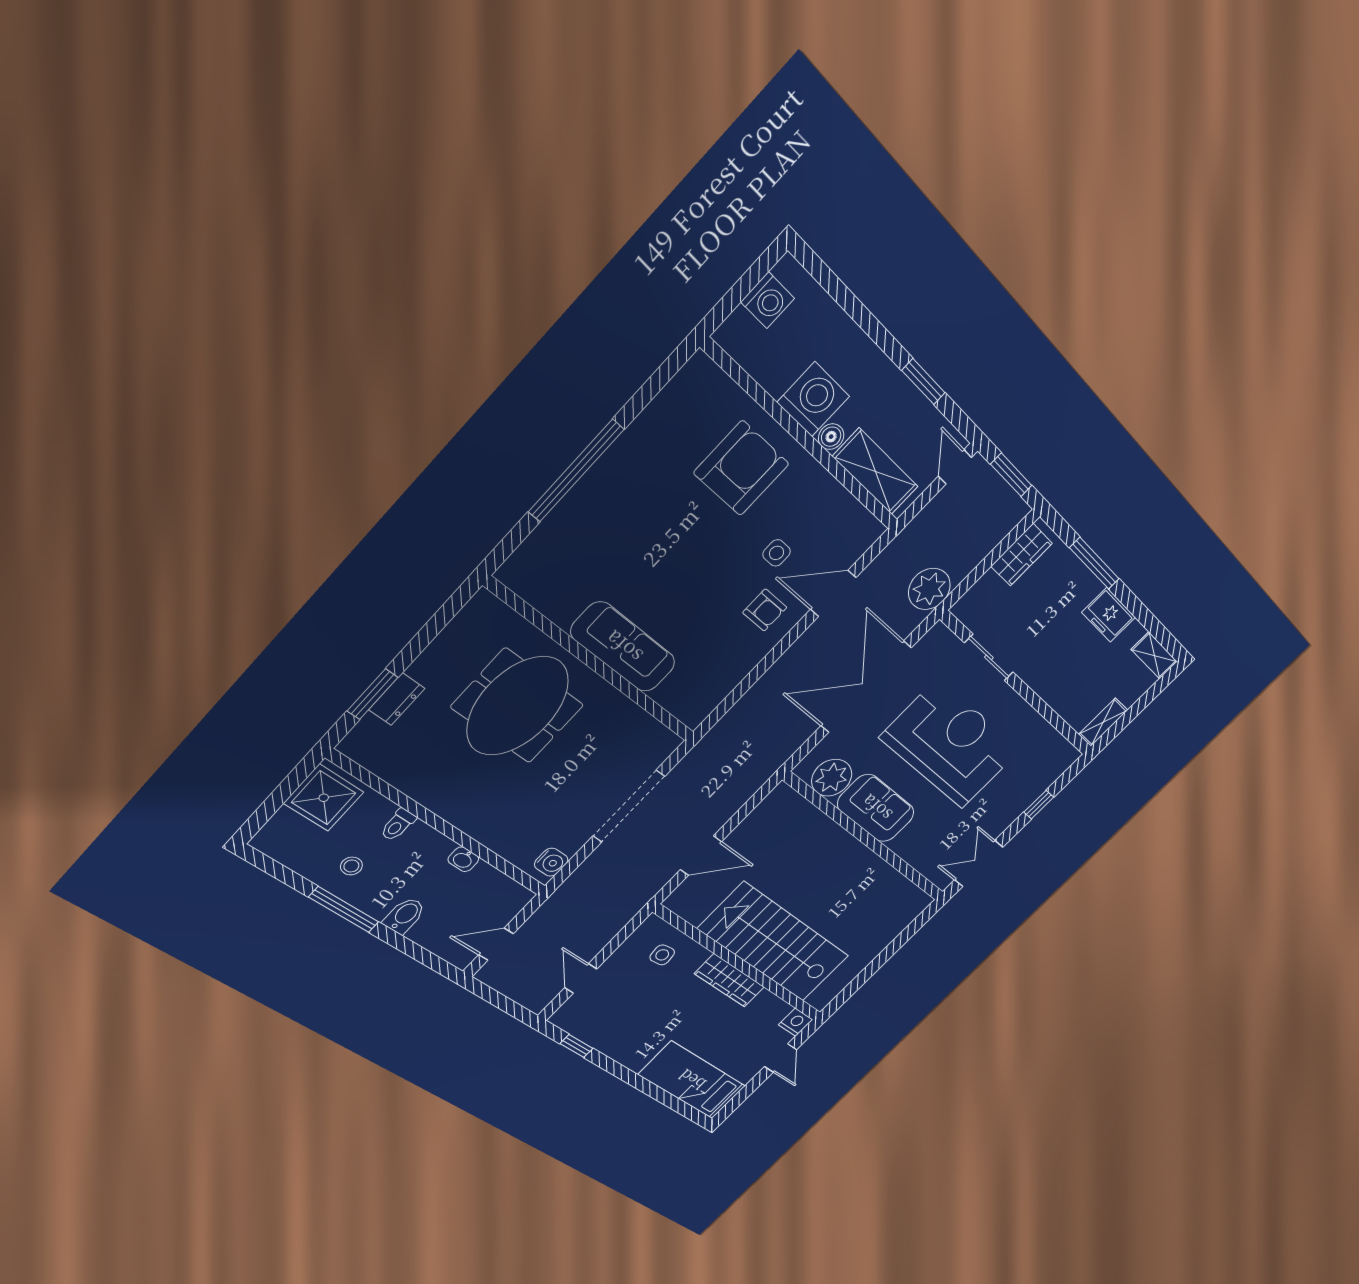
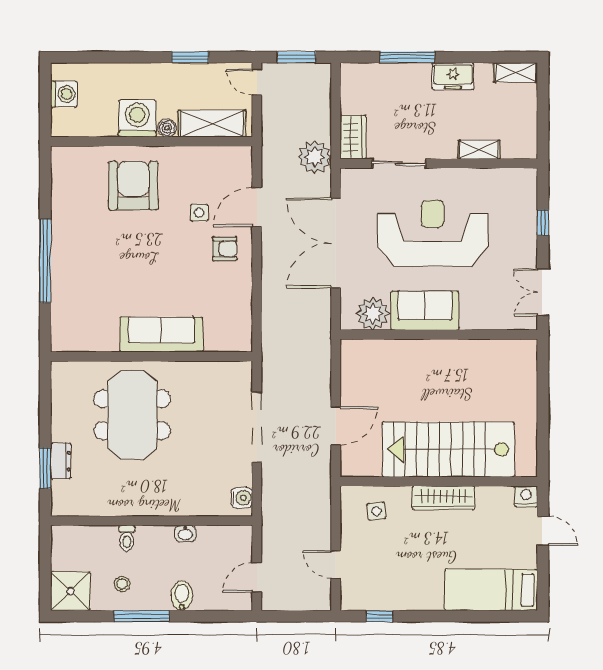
wardrobe: (1022, 555) -> (353, 137), moved
shelving: (1103, 722) -> (479, 150), moved, turned 90
shower: (324, 798) -> (70, 591), moved

